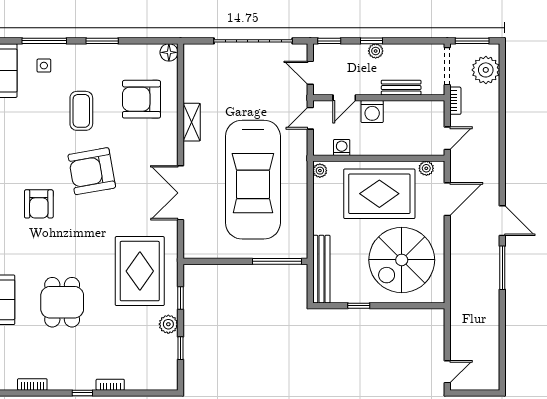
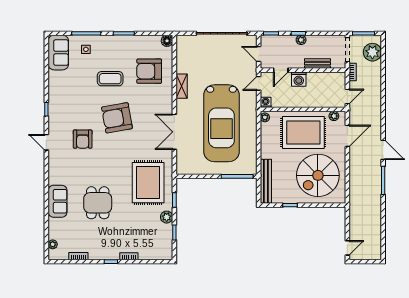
coffee table: (81, 111) -> (110, 79), turned 90
washing machine: (342, 147) -> (266, 102), moved

